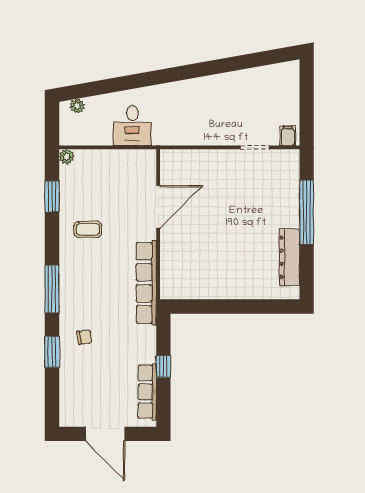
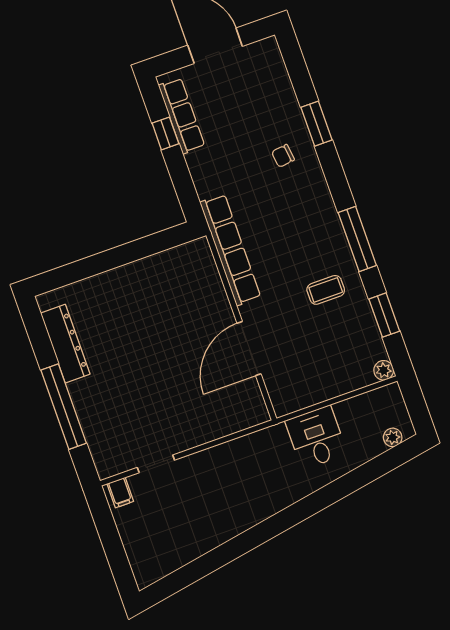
window: (52, 289) -> (357, 239), moved
window: (163, 367) -> (165, 133), moved

